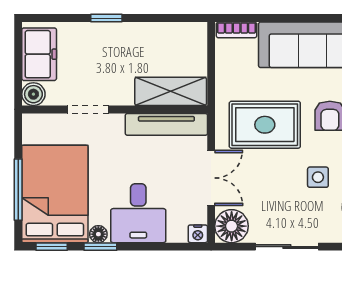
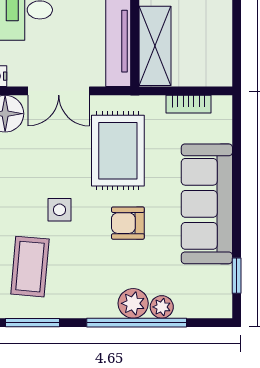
bookcase: (237, 30) -> (188, 104), moved, turned -90

